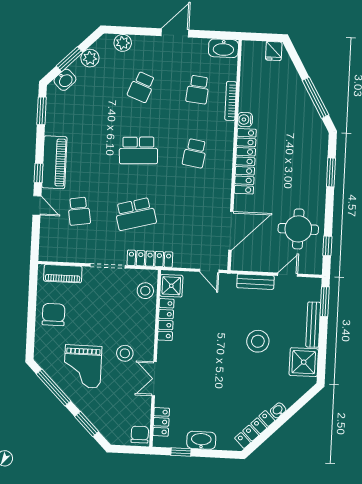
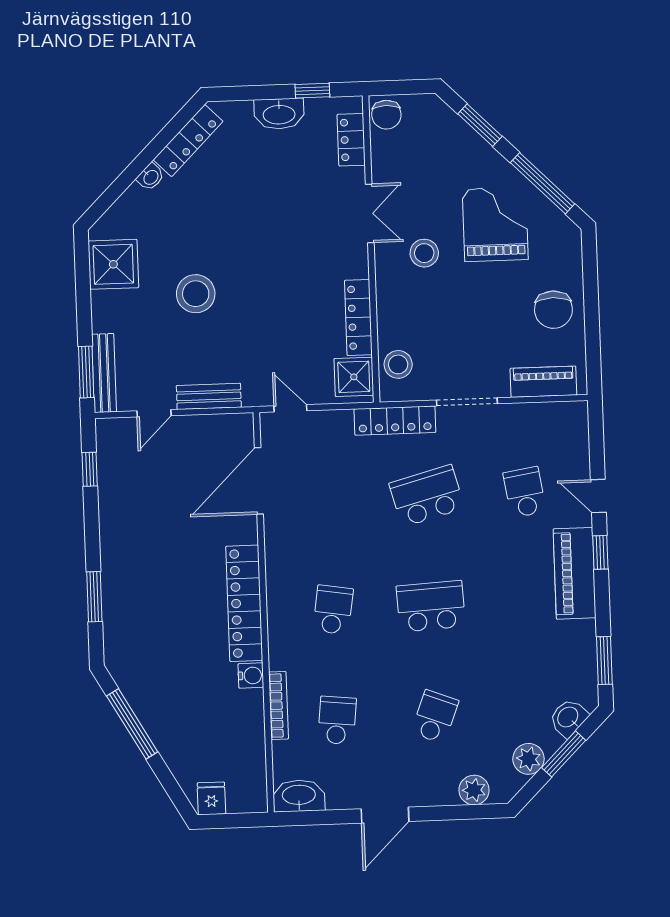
round table: (298, 229) -> (142, 494), removed
bench: (313, 325) -> (104, 373), moved

